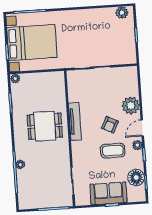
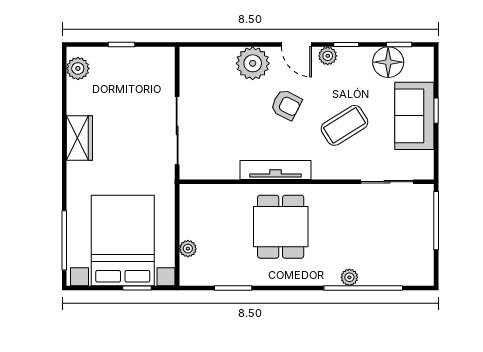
wardrobe: (85, 16) -> (79, 138), added
plant: (15, 78) -> (188, 249), moved
coffee table: (113, 151) -> (344, 125), moved, turned 58

